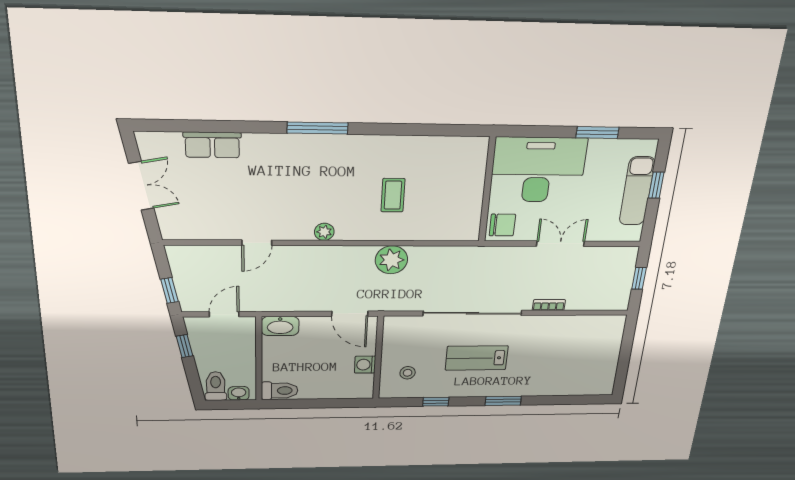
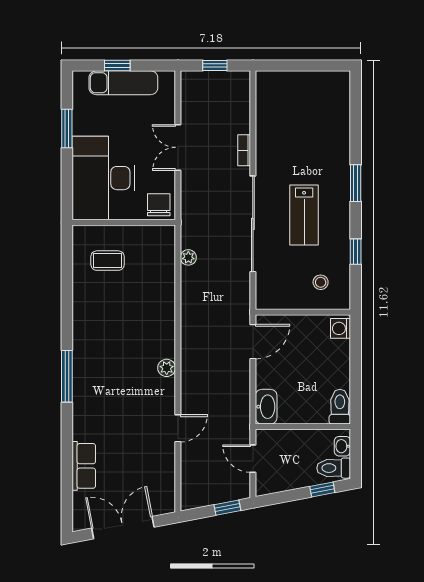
double door: (141, 186) -> (123, 528), width x1.37
coffee table: (393, 195) -> (108, 261), moved
door: (257, 243) -> (178, 428), hinge flipped
plant: (391, 260) -> (188, 257), moved, width x0.53, depth x0.53
window: (185, 346) -> (322, 489), moved
washing machine: (365, 365) -> (341, 328), moved, turned 90

